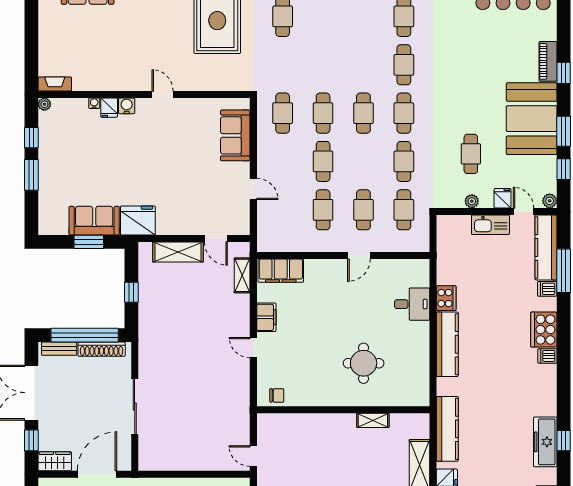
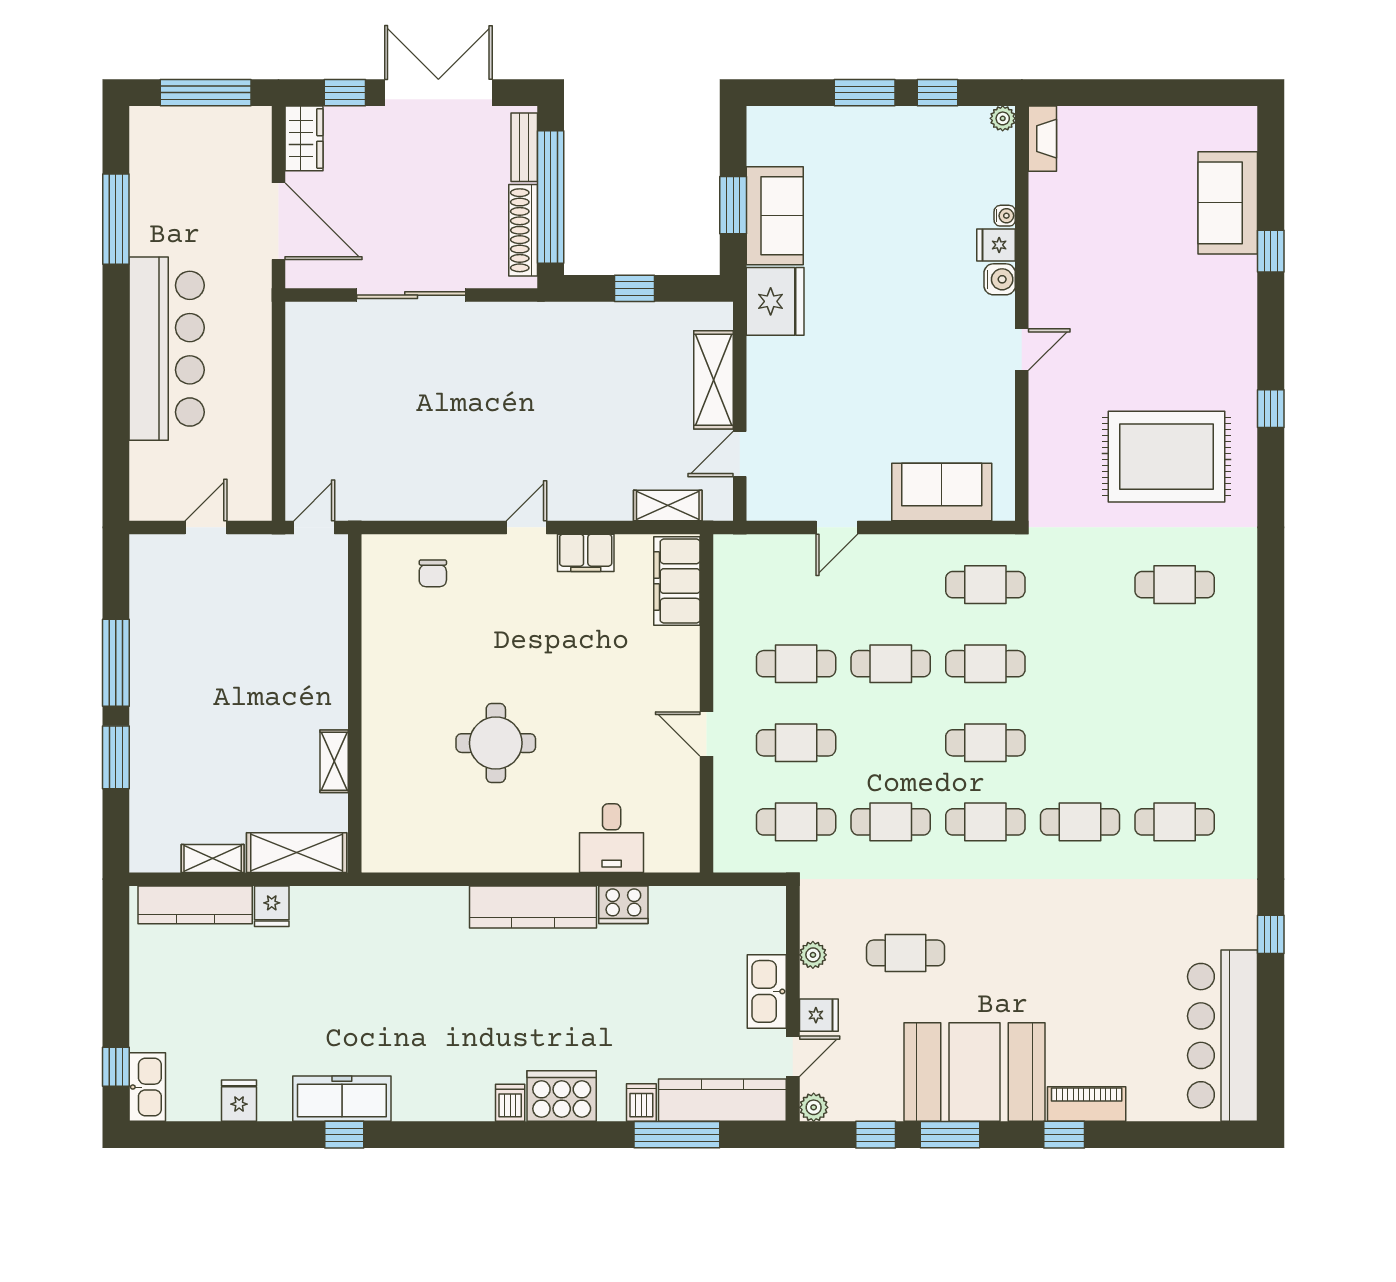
wall: (343, 410) -> (355, 703), moved
shelving: (373, 420) -> (334, 761), moved
kitchen counter: (447, 429) -> (367, 907), removed

